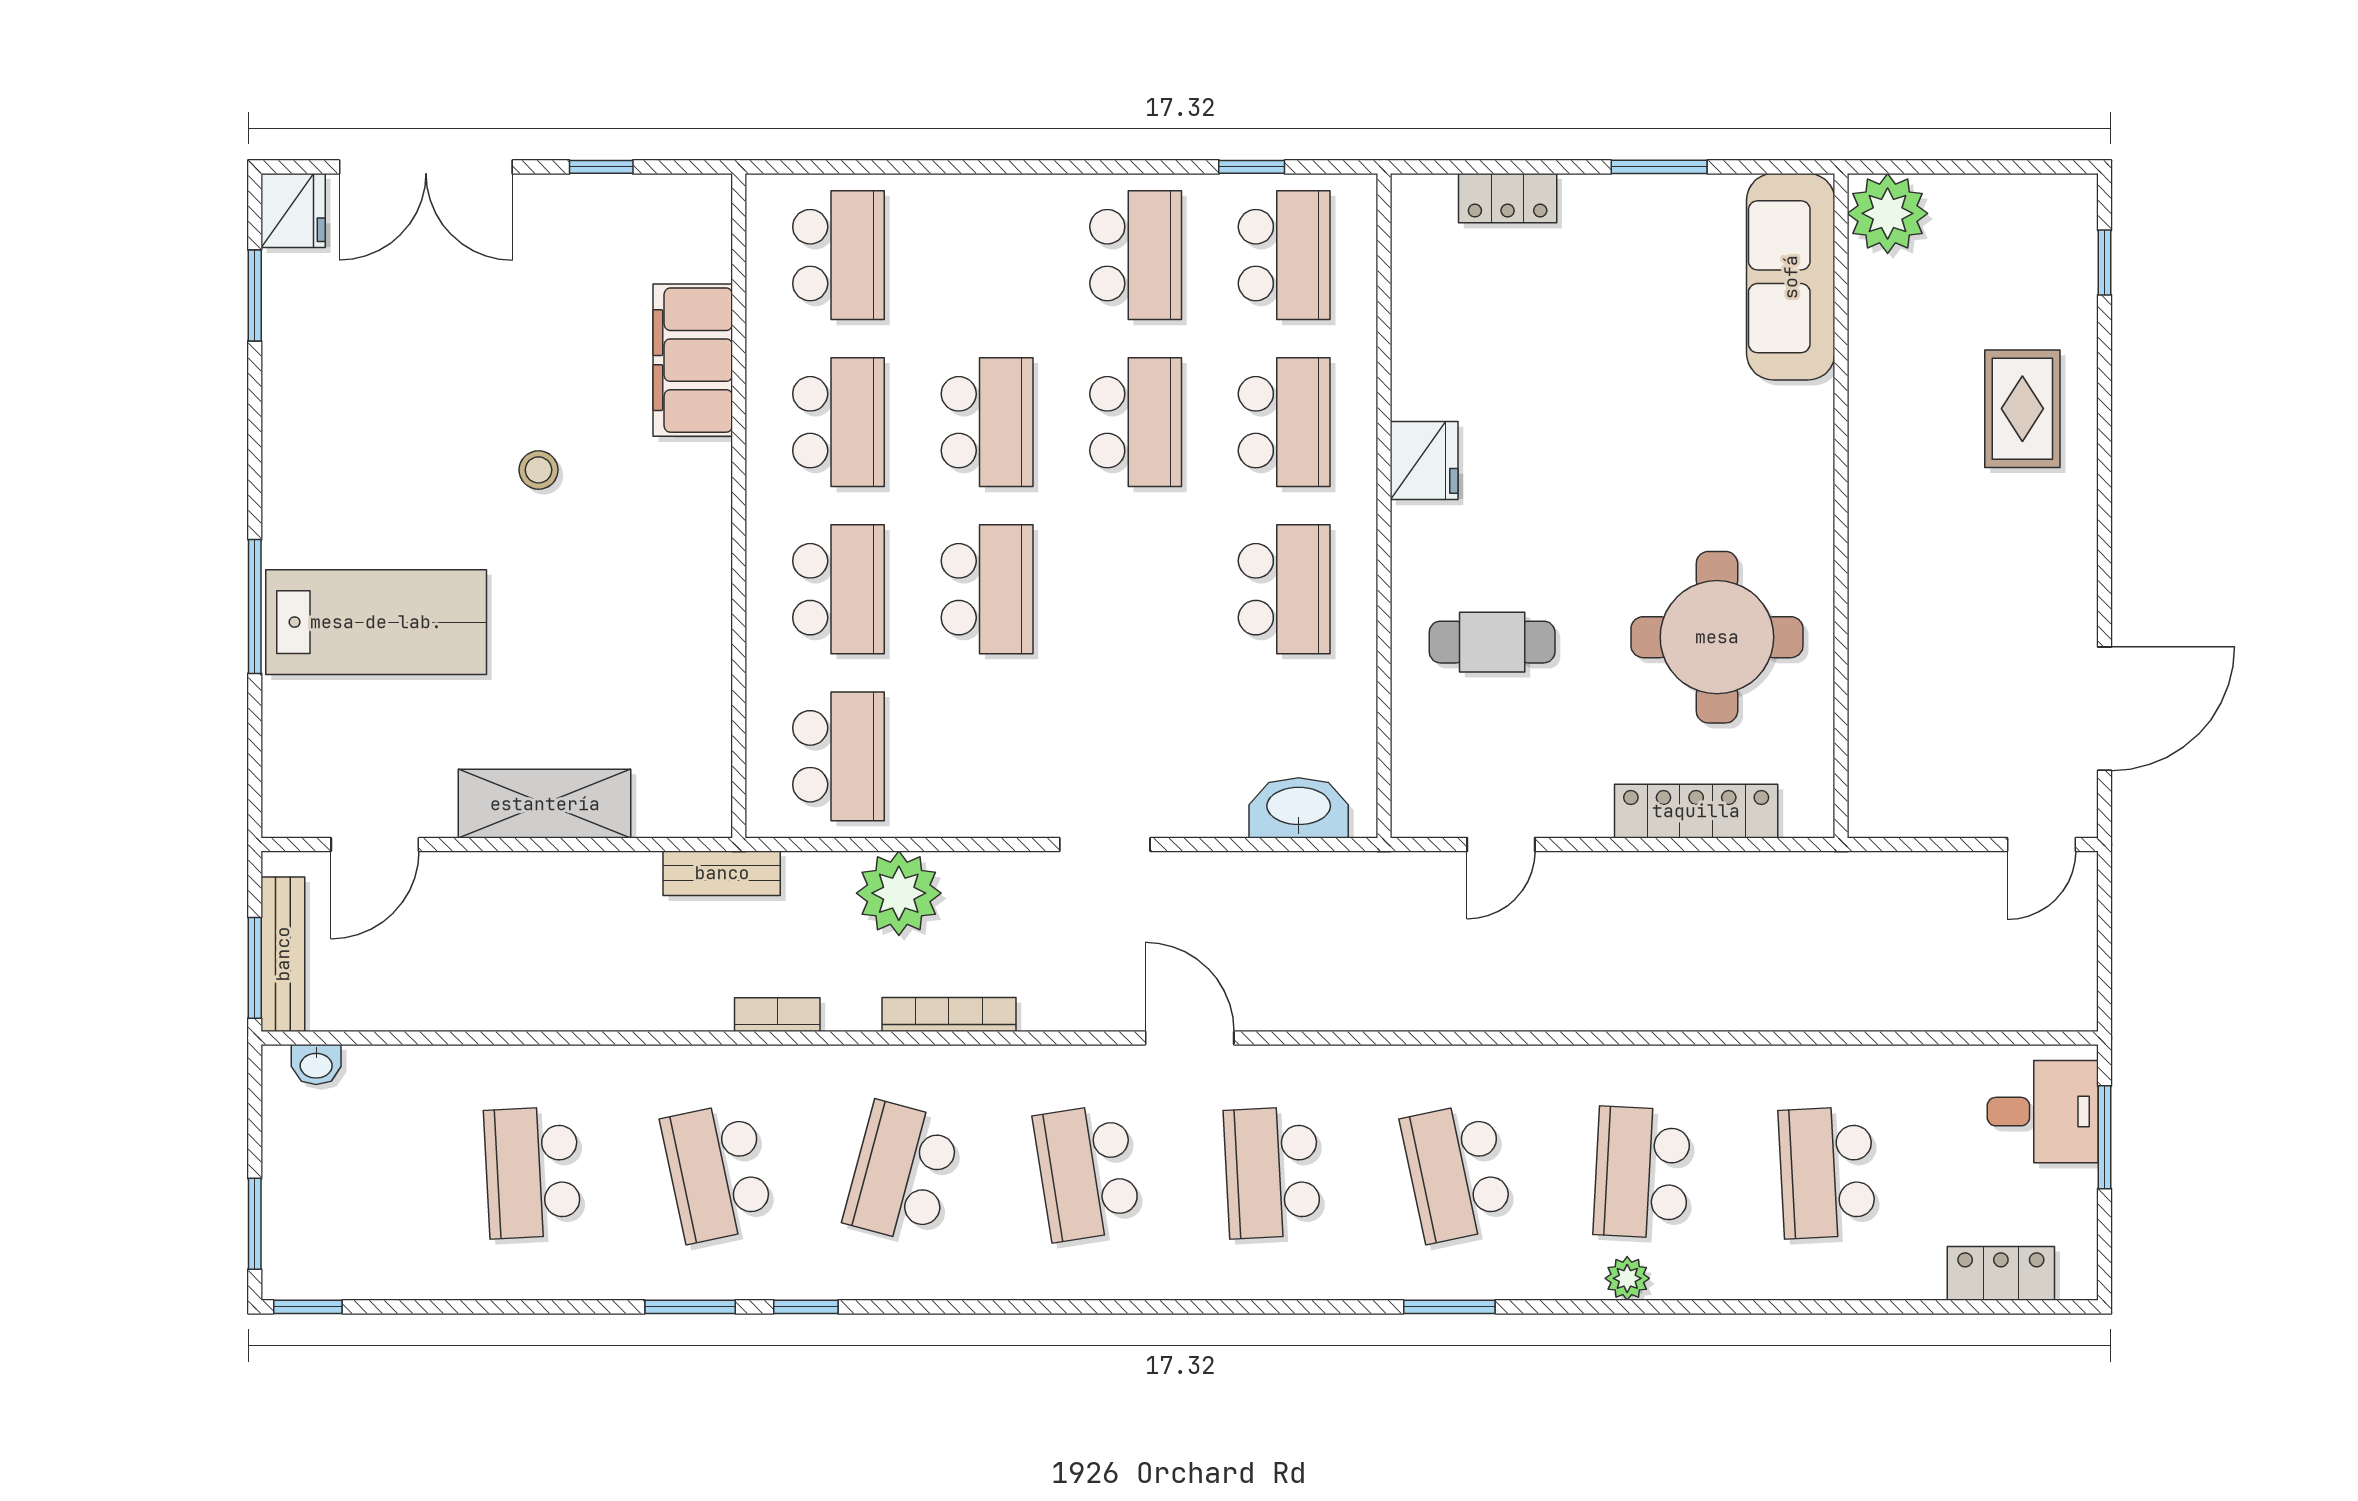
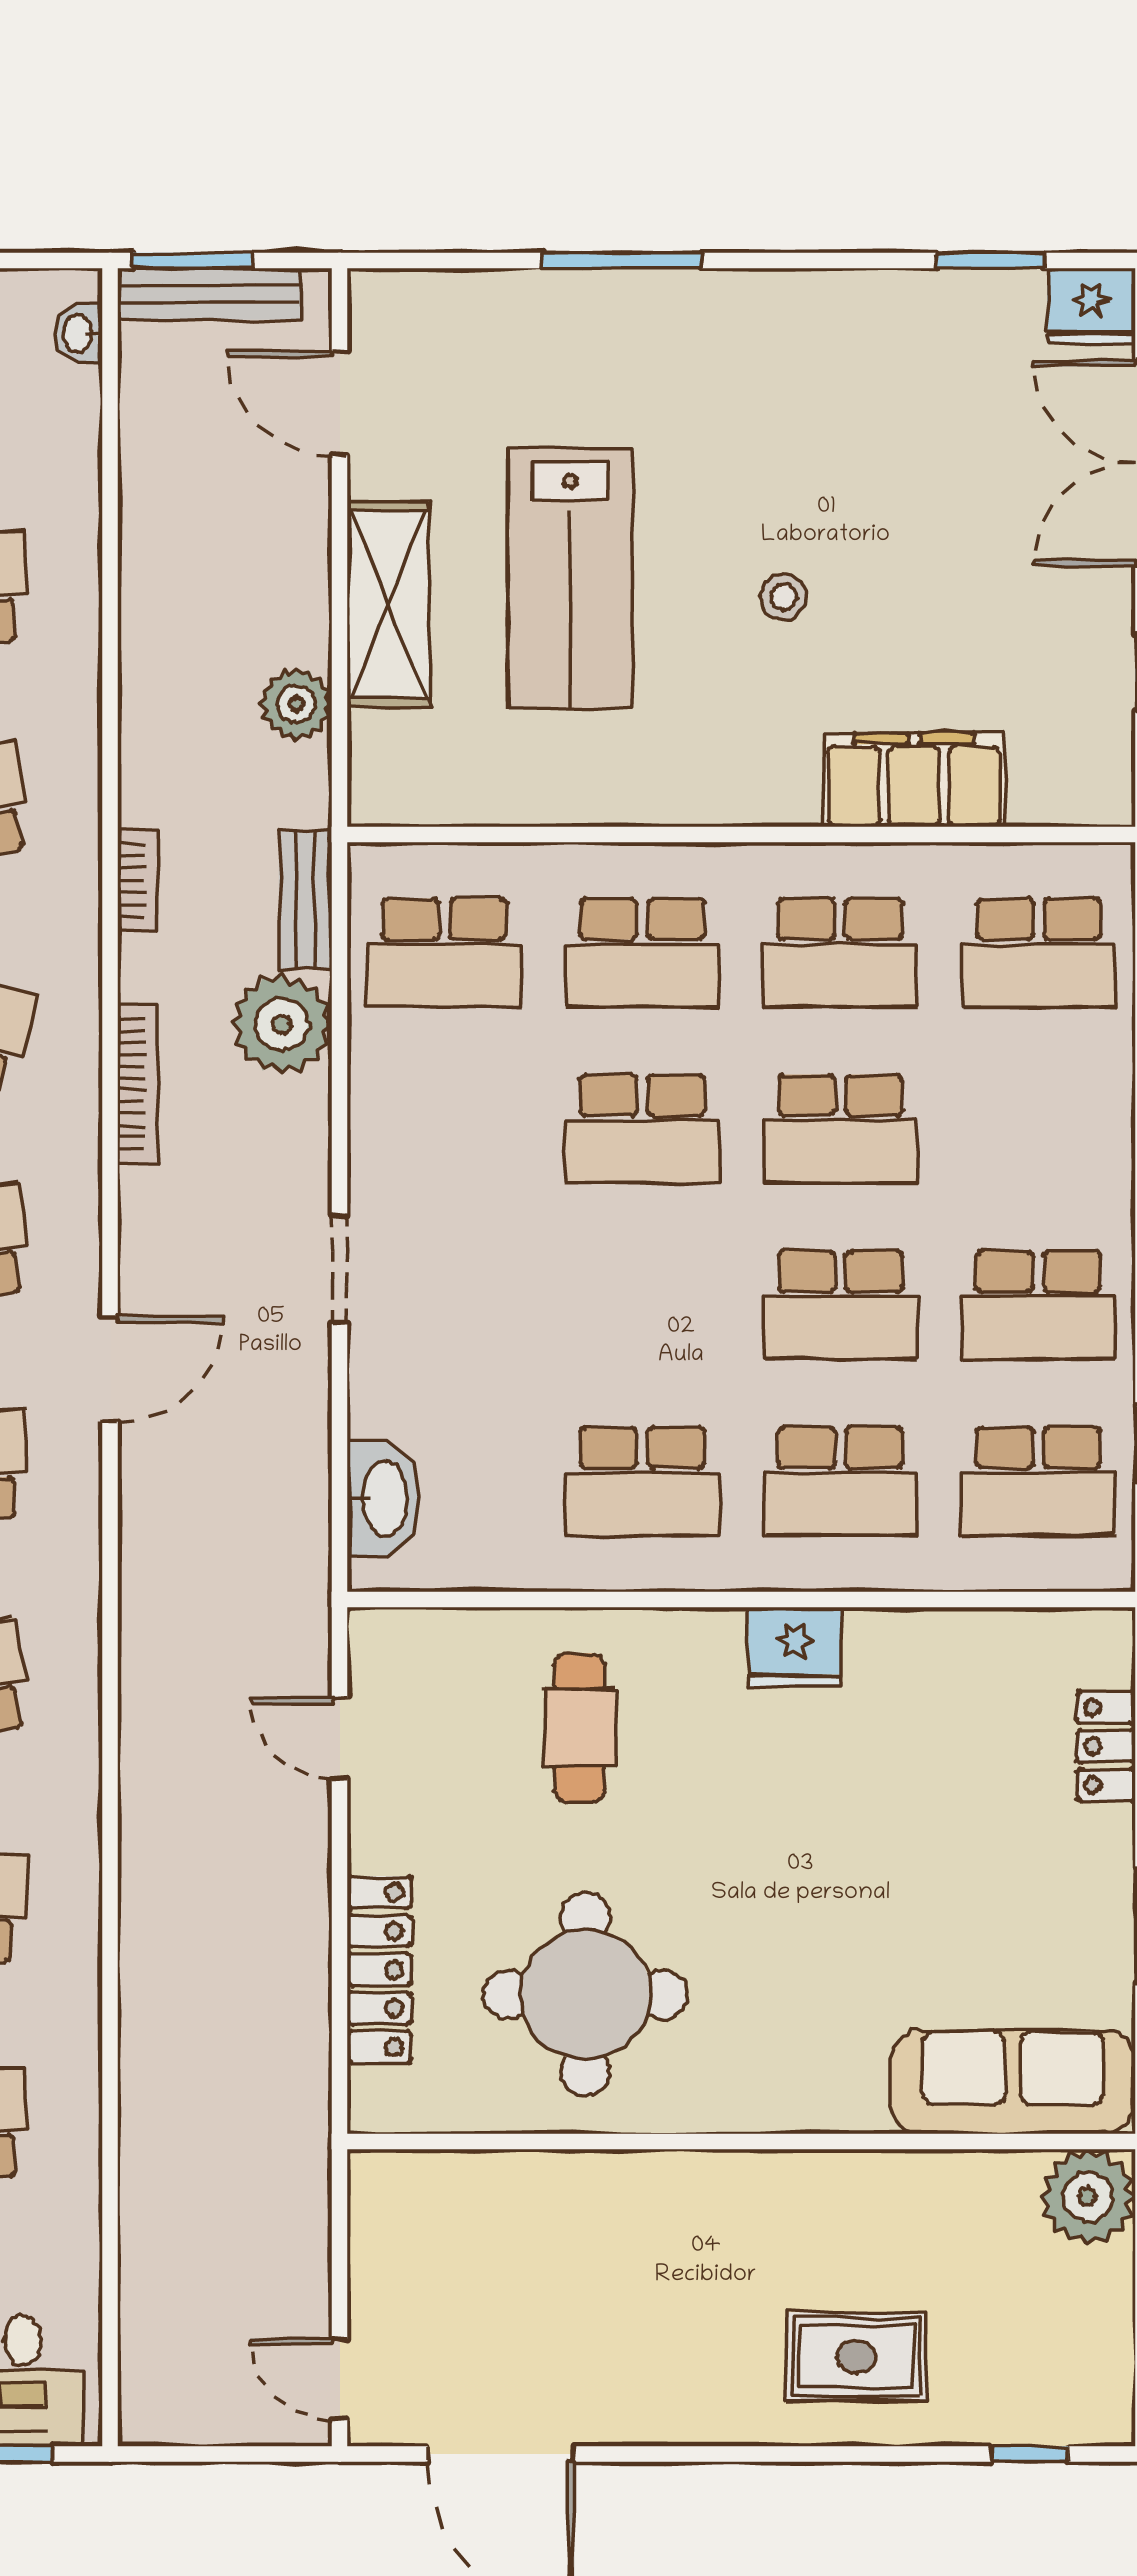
lab bench: (376, 622) -> (570, 579), moved
bench: (722, 873) -> (305, 900), moved
plant: (629, 881) -> (296, 704), added

